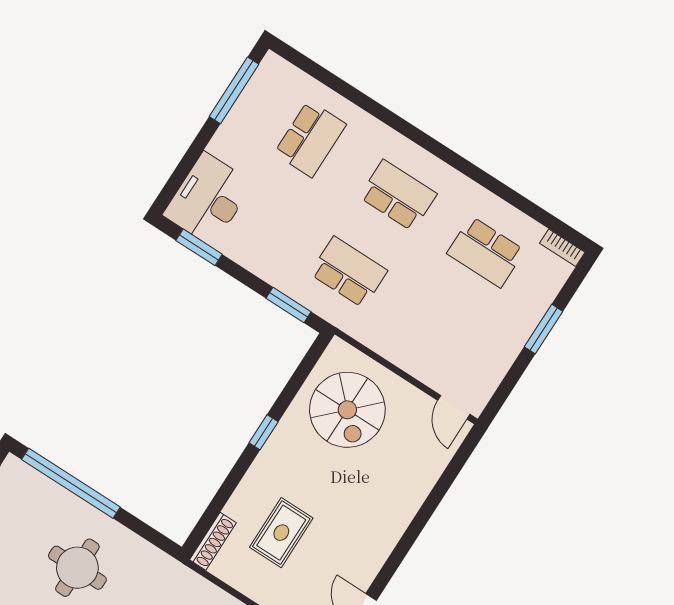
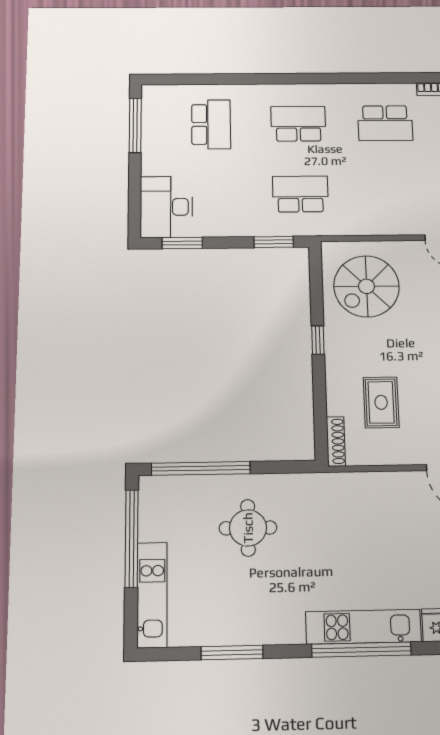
spiral stairs: (347, 410) -> (366, 286), turned 90

